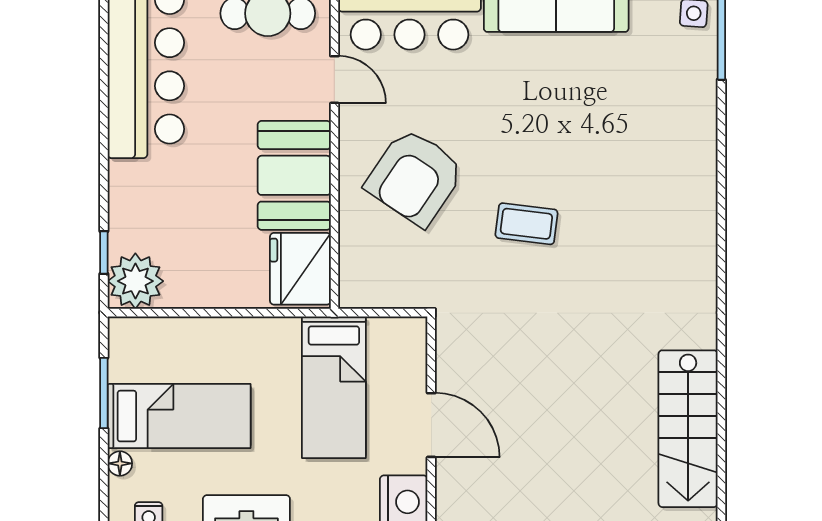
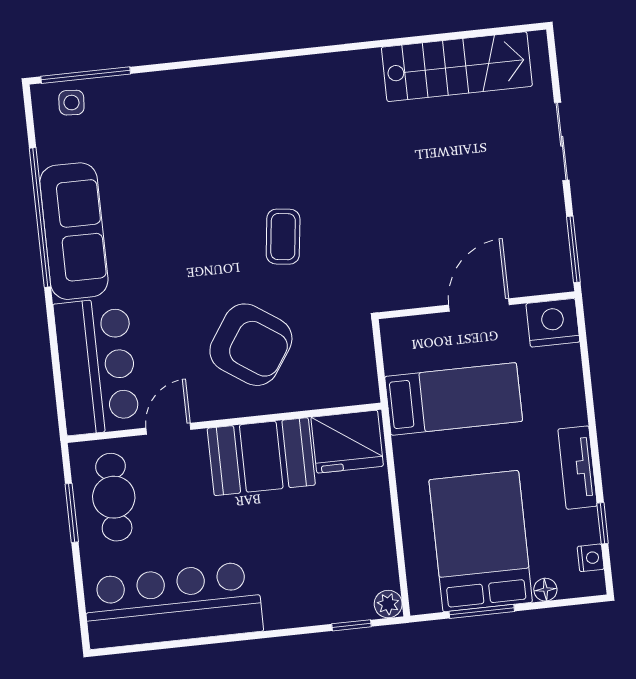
plant: (135, 281) -> (388, 604), width x0.53, depth x0.53
bed: (179, 416) -> (481, 541), width x1.50

